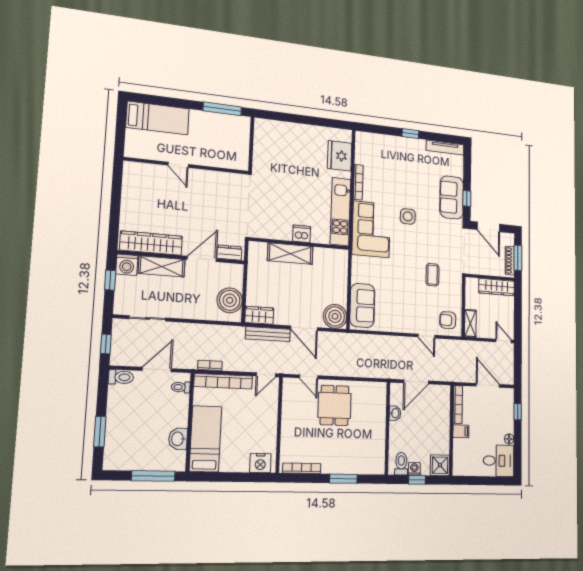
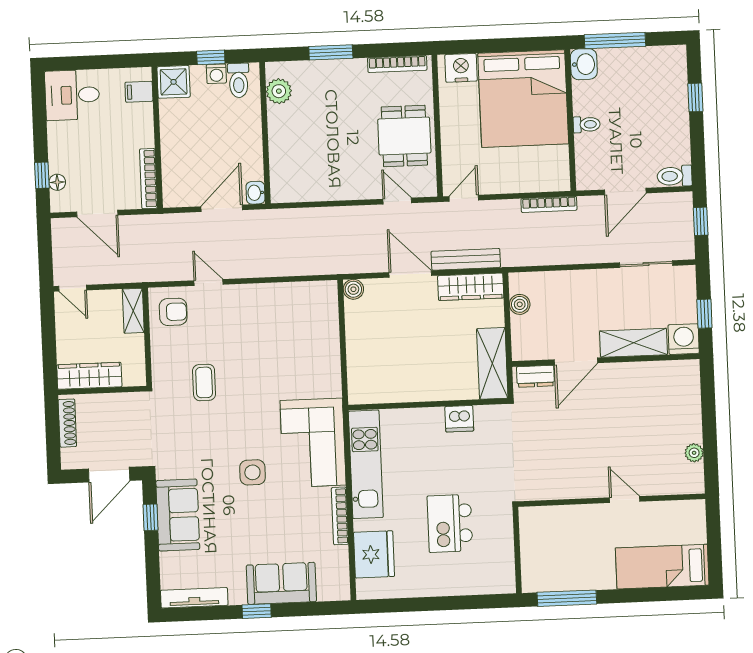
kitchen island: (292, 167) -> (450, 523), added
plant: (128, 188) -> (694, 453), added
door: (488, 227) -> (109, 475), swing flipped
dishwasher: (302, 234) -> (459, 419), moved
wardrobe: (151, 243) -> (652, 375), removed
shelving: (290, 254) -> (492, 363), moved, turned 90
window: (518, 258) -> (53, 430), removed
boiler: (230, 300) -> (520, 304), width x0.54, depth x0.54
sofa: (362, 306) -> (281, 583), moved, turned 90
wardrobe: (259, 315) -> (471, 287), width x1.50
boiler: (335, 316) -> (353, 289), width x0.54, depth x0.54
bookcase: (210, 365) -> (549, 204), width x1.56
bookcase: (223, 381) -> (527, 183), removed
toilet: (181, 387) -> (587, 124), moved
dining table: (335, 405) -> (404, 136), moved
washbasin: (395, 413) -> (255, 193), moved
filing cabinet: (461, 431) -> (139, 92), moved
window: (100, 432) -> (695, 97), width x0.67
washbasin: (178, 439) -> (584, 64), moved
bed: (205, 439) -> (523, 99), width x2.04
floor lamp: (509, 439) -> (57, 182), moved
plant: (377, 455) -> (279, 91), added

